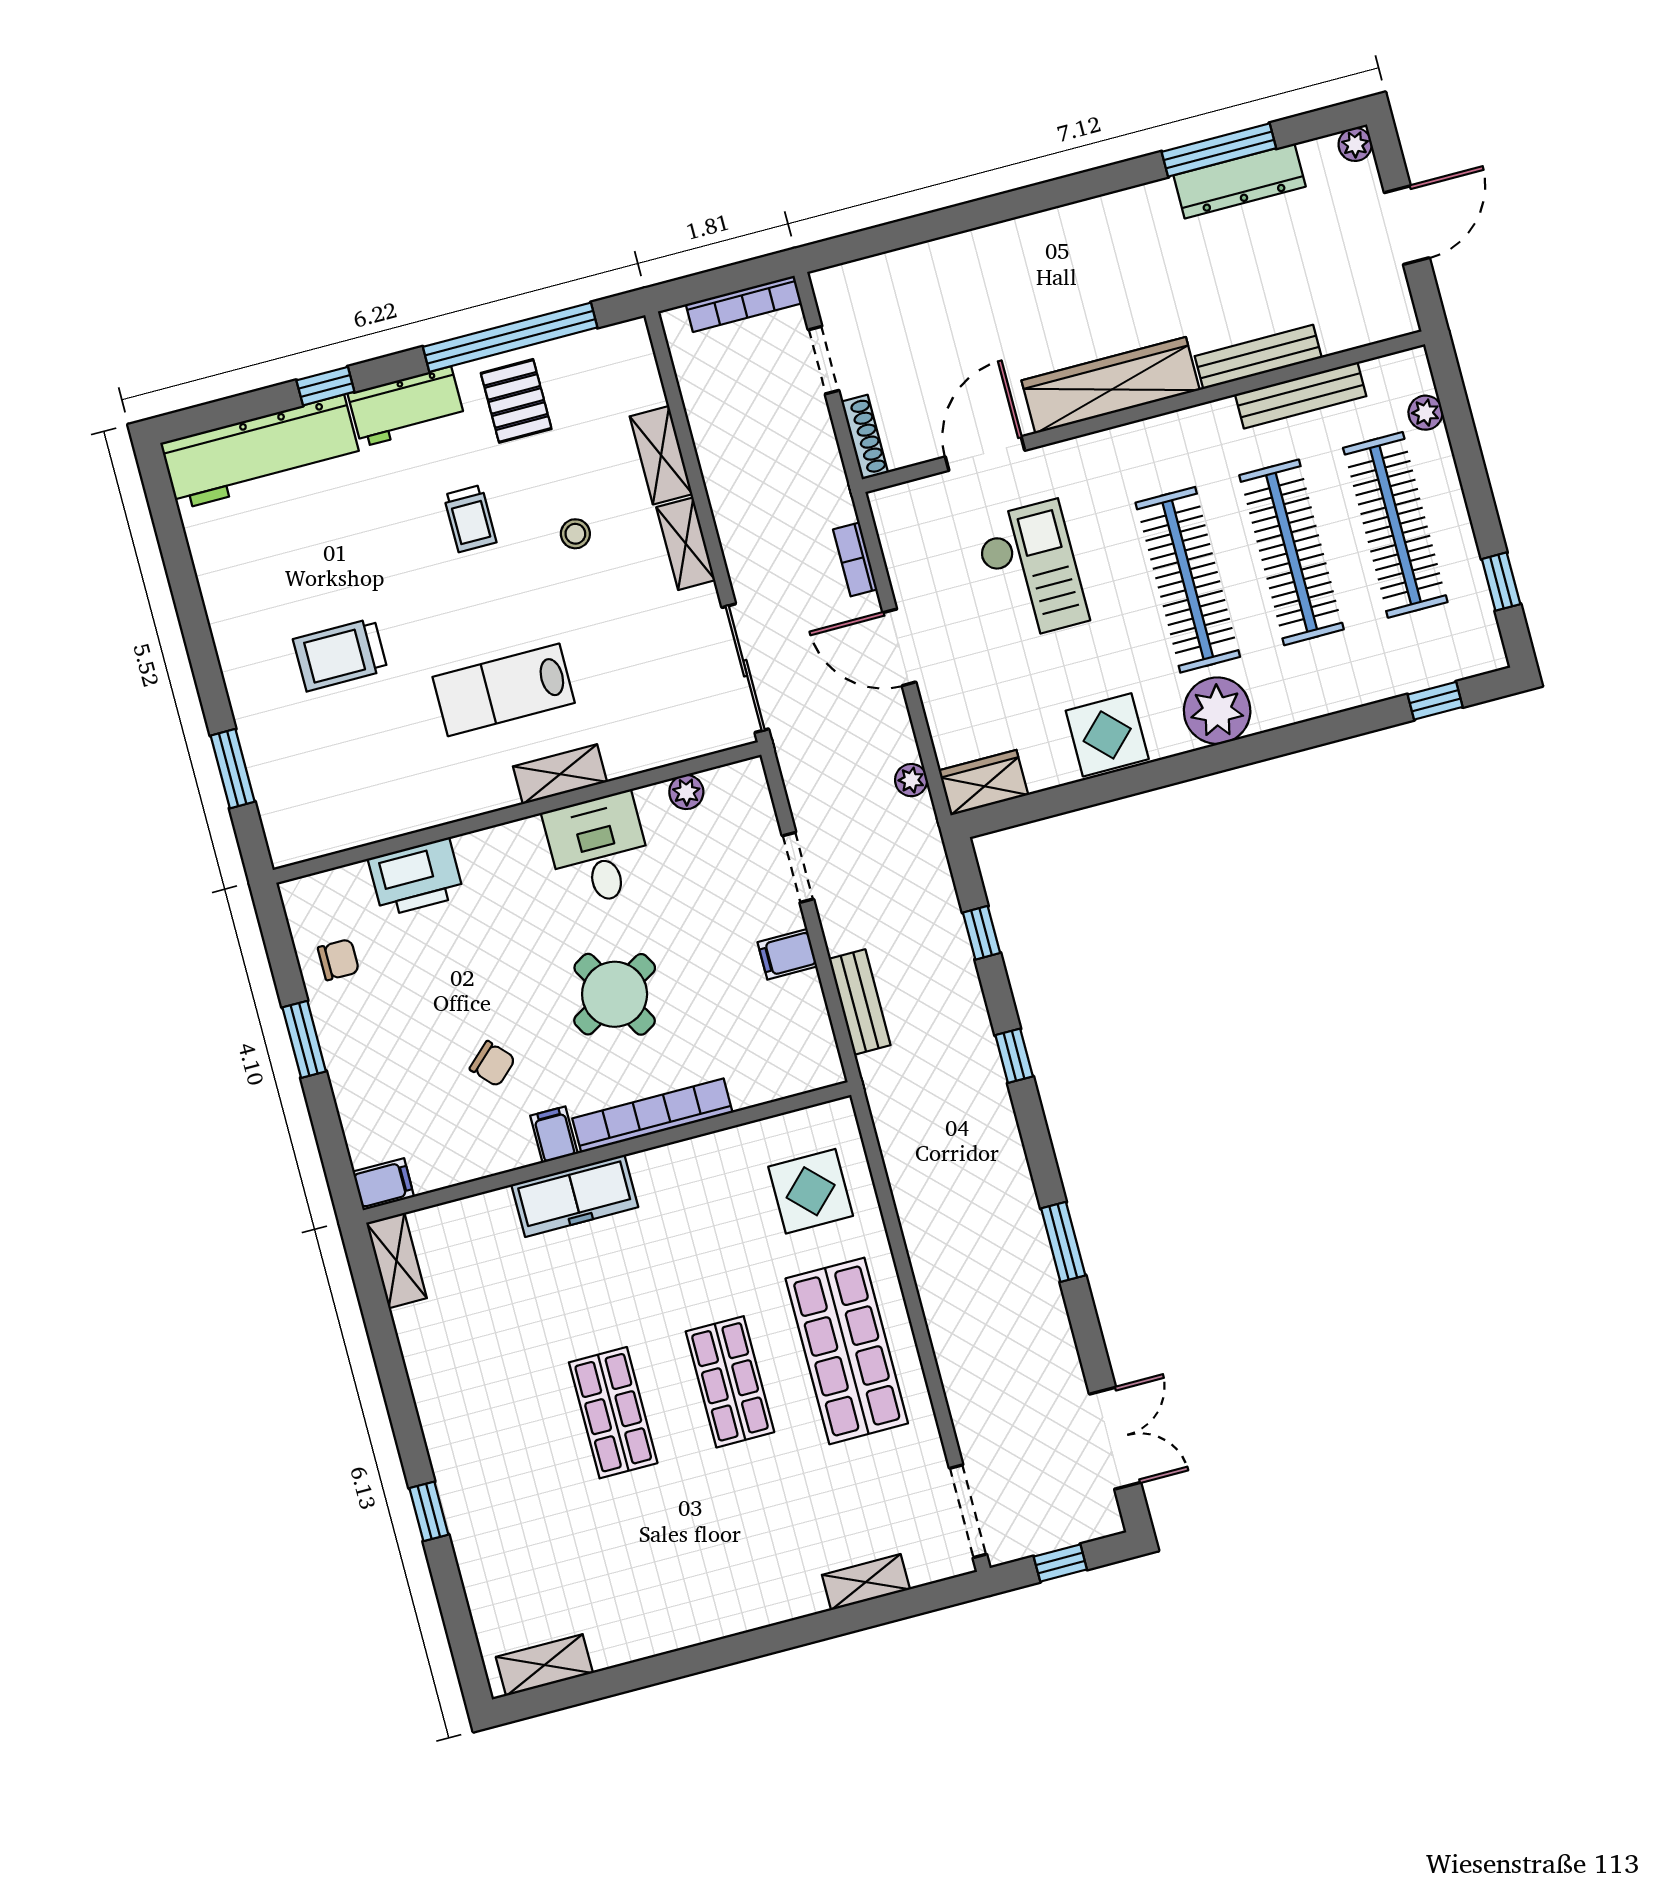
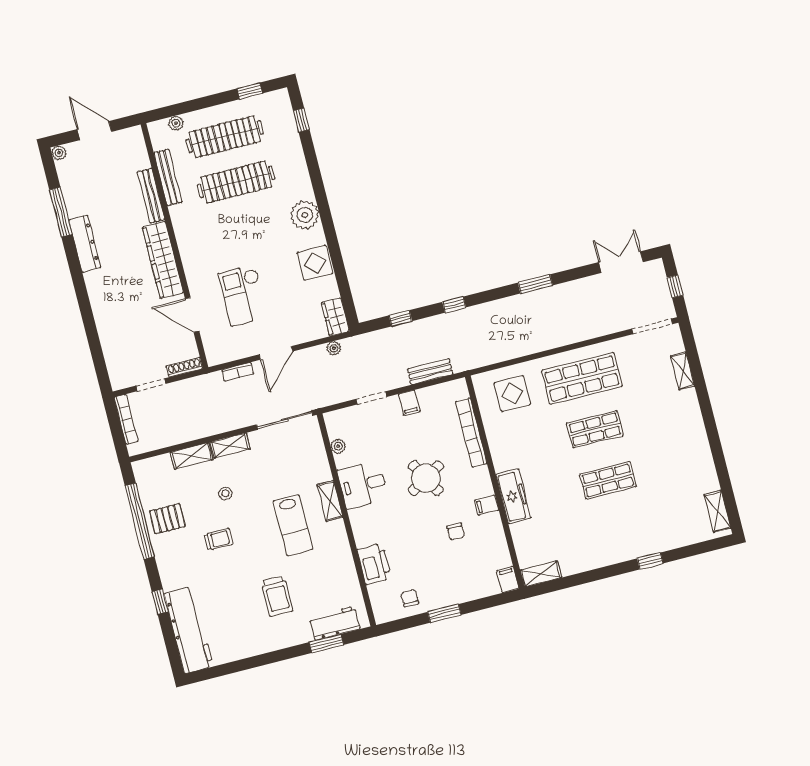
dresser: (1240, 181) -> (85, 244), moved
workbench: (406, 407) -> (335, 623), moved, turned -90
checkout: (1031, 571) -> (243, 295), turned -90
clothes rail: (1188, 580) -> (248, 227), removed
chair: (492, 1064) -> (456, 532), turned 133
bookcase: (652, 1115) -> (471, 433), moved

